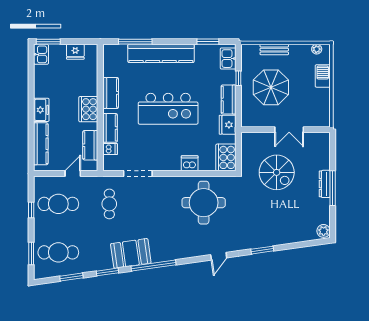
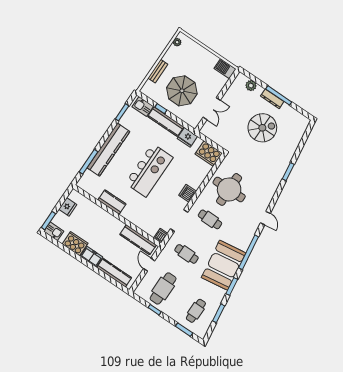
barbecue: (323, 76) -> (225, 69), moved
kitchen counter: (229, 100) -> (166, 122), width x1.50
cooker: (88, 109) -> (75, 244), moved, turned 180
kitchen counter: (110, 128) -> (135, 218), removed
double door: (289, 130) -> (212, 109), moved
kitchen counter: (90, 145) -> (138, 240), width x1.50
dishwasher: (110, 149) -> (161, 236), moved
dishwasher: (190, 163) -> (188, 193), moved
spiral stairs: (277, 172) -> (262, 128), moved
cafe table: (160, 204) -> (210, 219), added
plant: (324, 231) -> (251, 86), moved
cafe table: (58, 252) -> (196, 311), width x0.73, depth x0.74
booth: (131, 253) -> (224, 265), width x1.36, depth x1.42
door: (219, 256) -> (265, 218), moved

